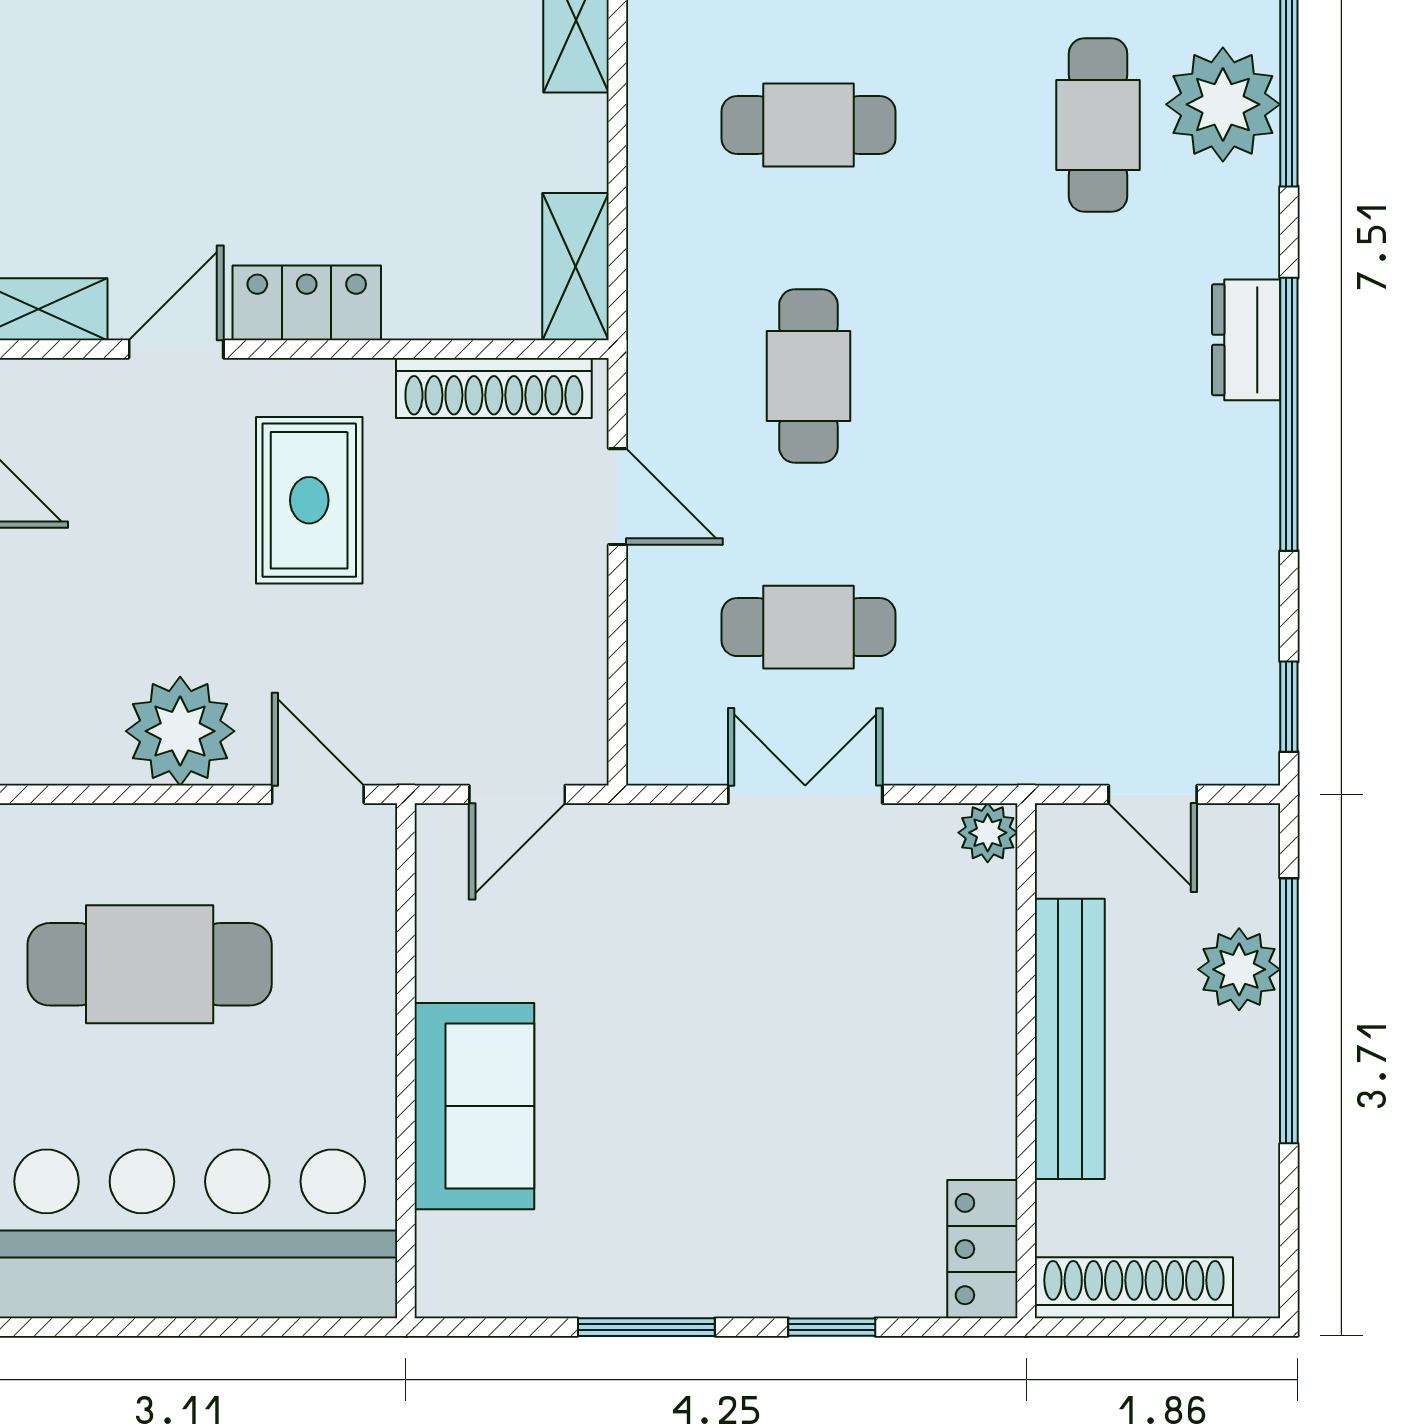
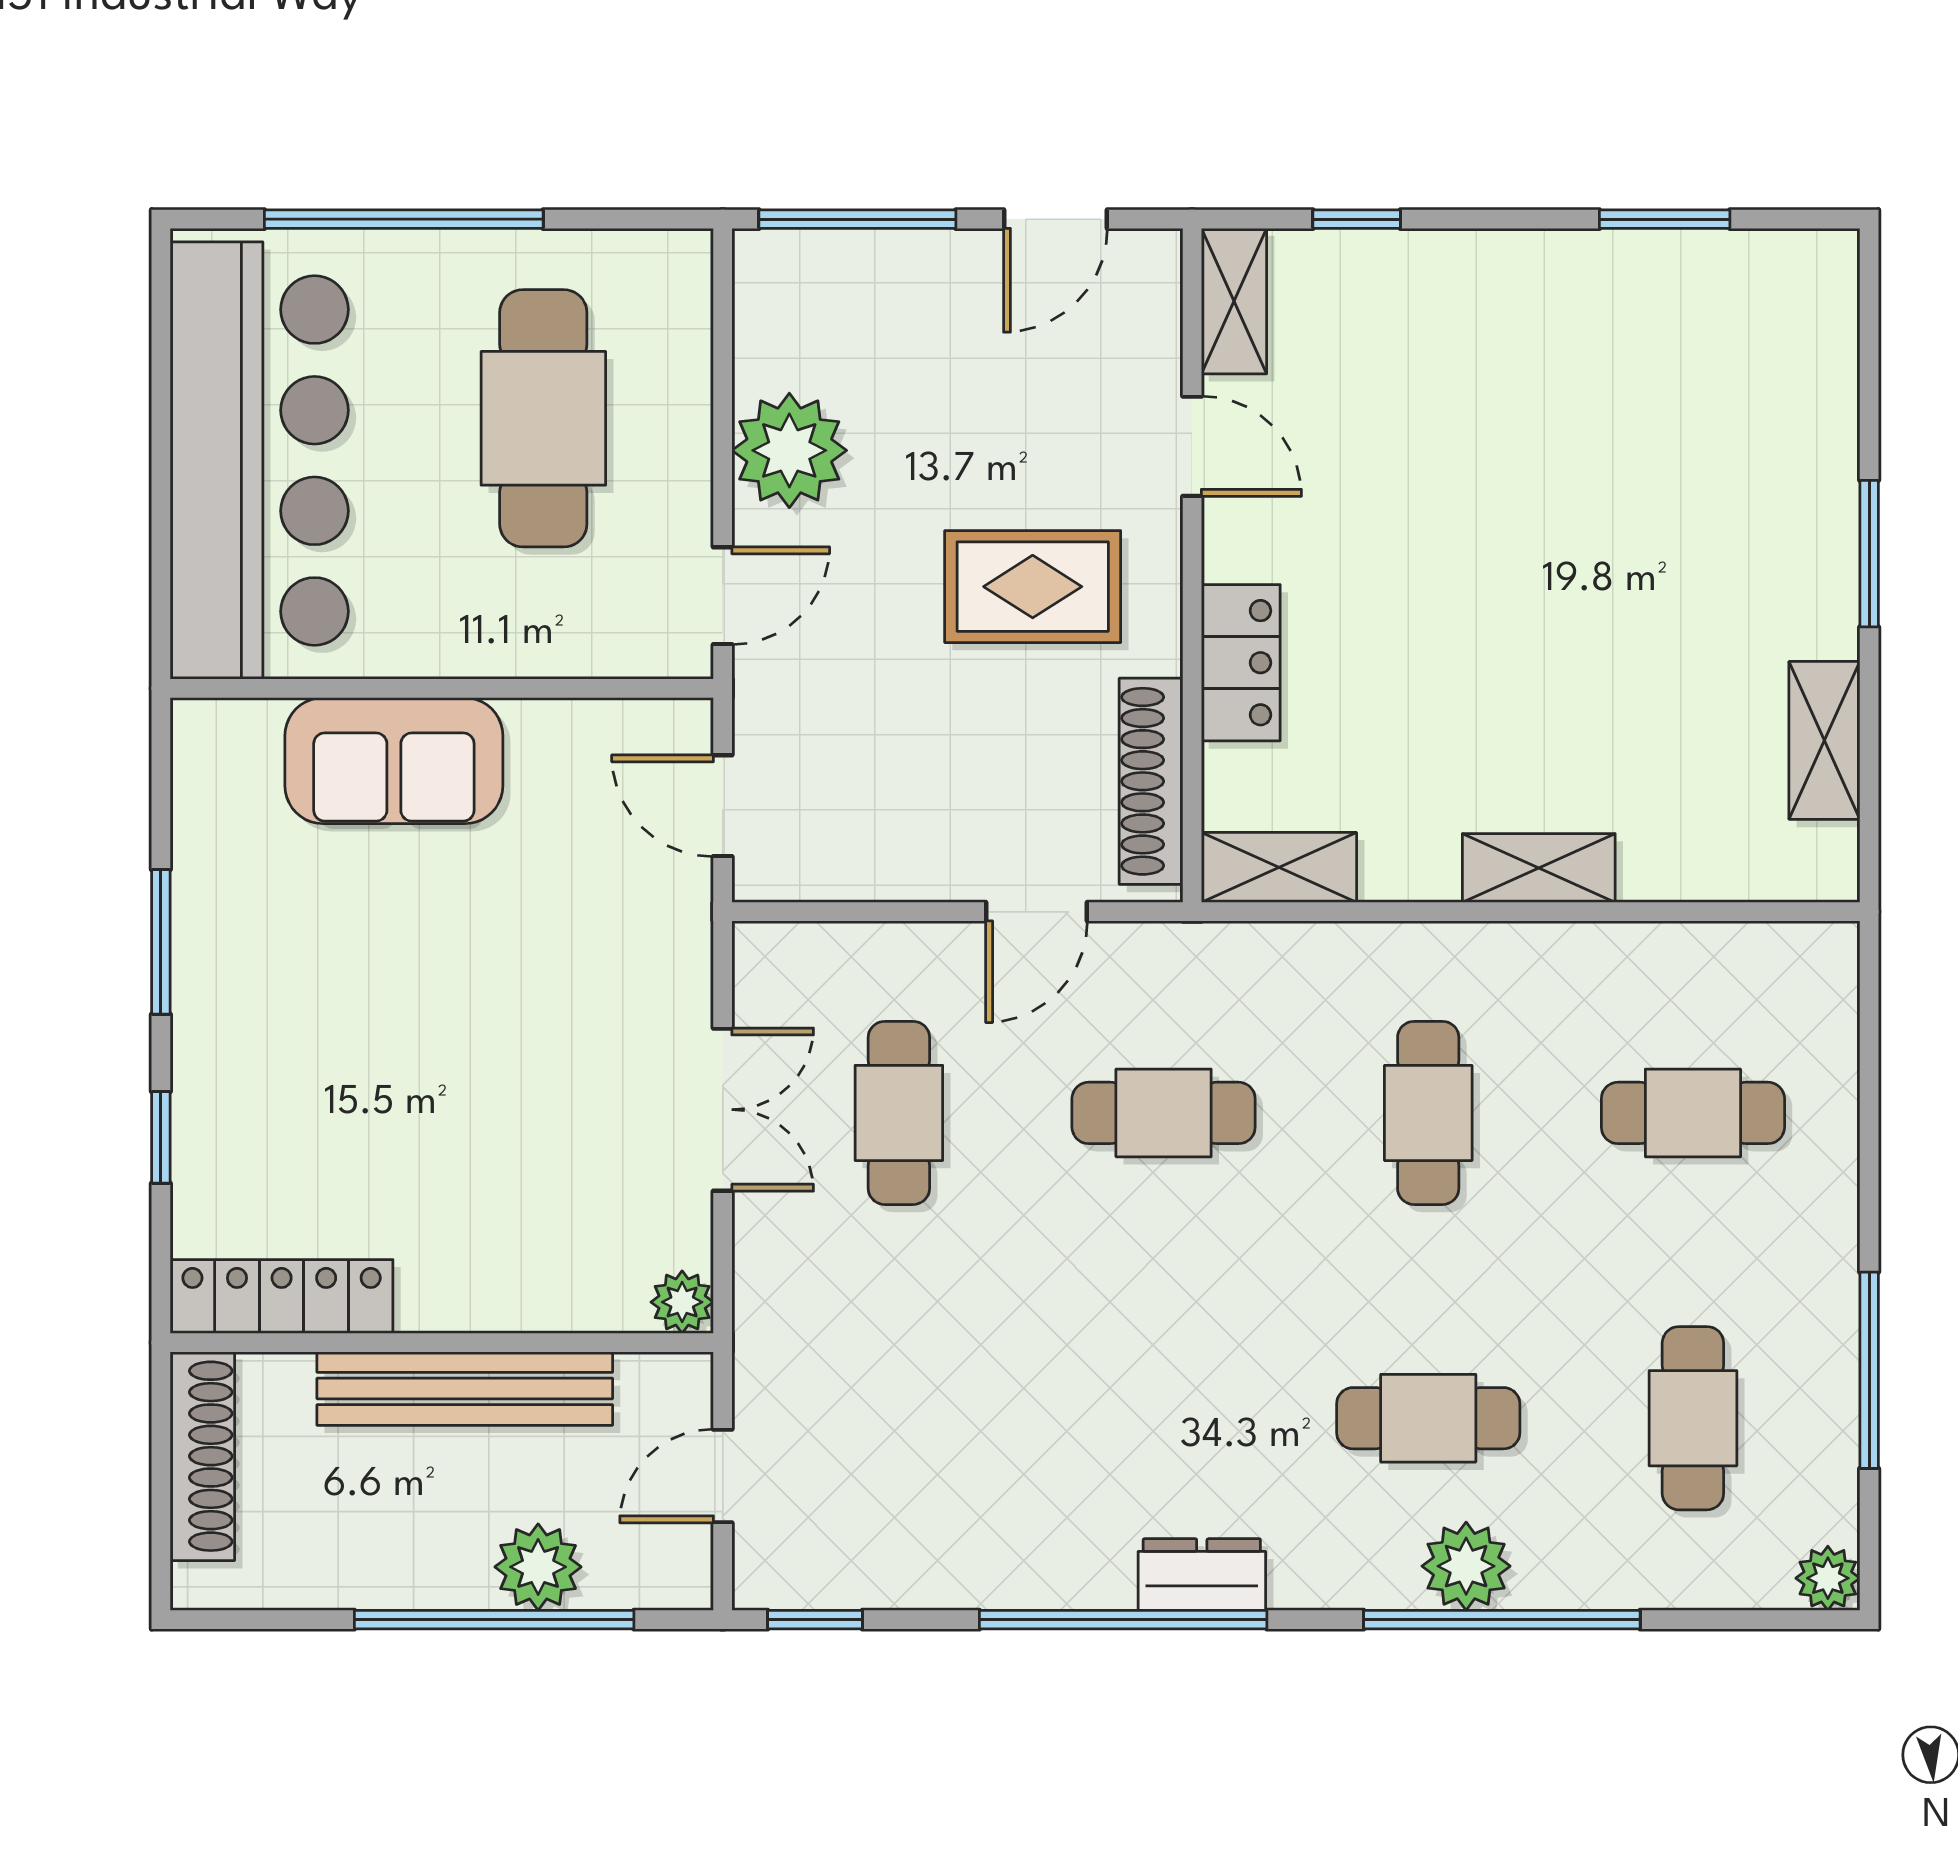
plant: (1223, 104) -> (1466, 1566), width x0.73, depth x0.73
locker: (307, 303) -> (1241, 663), moved
locker: (982, 1249) -> (282, 1296), width x1.53

